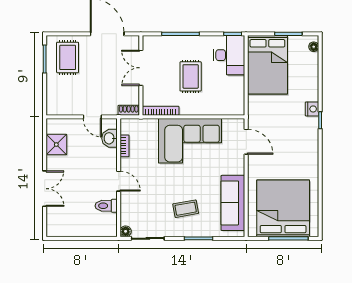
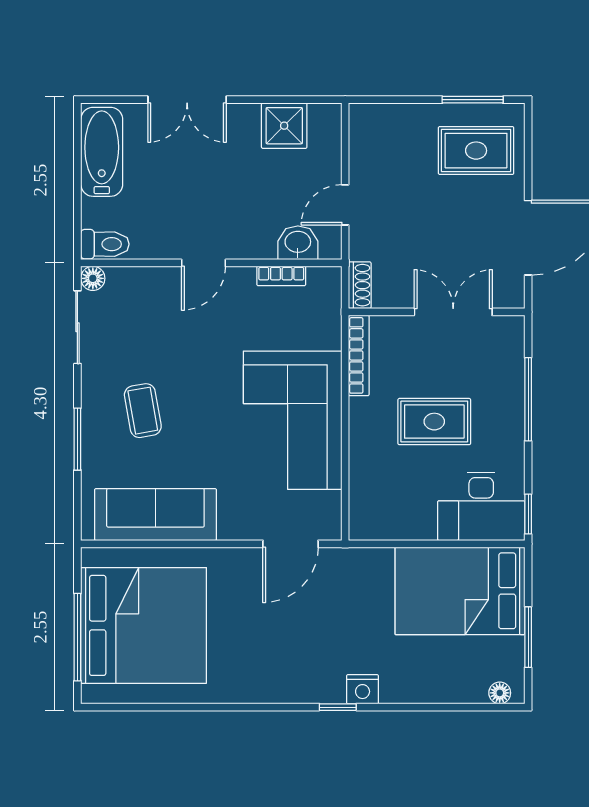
toilet: (106, 206) -> (105, 244), moved, turned 90
bathtub: (68, 227) -> (102, 152), added

